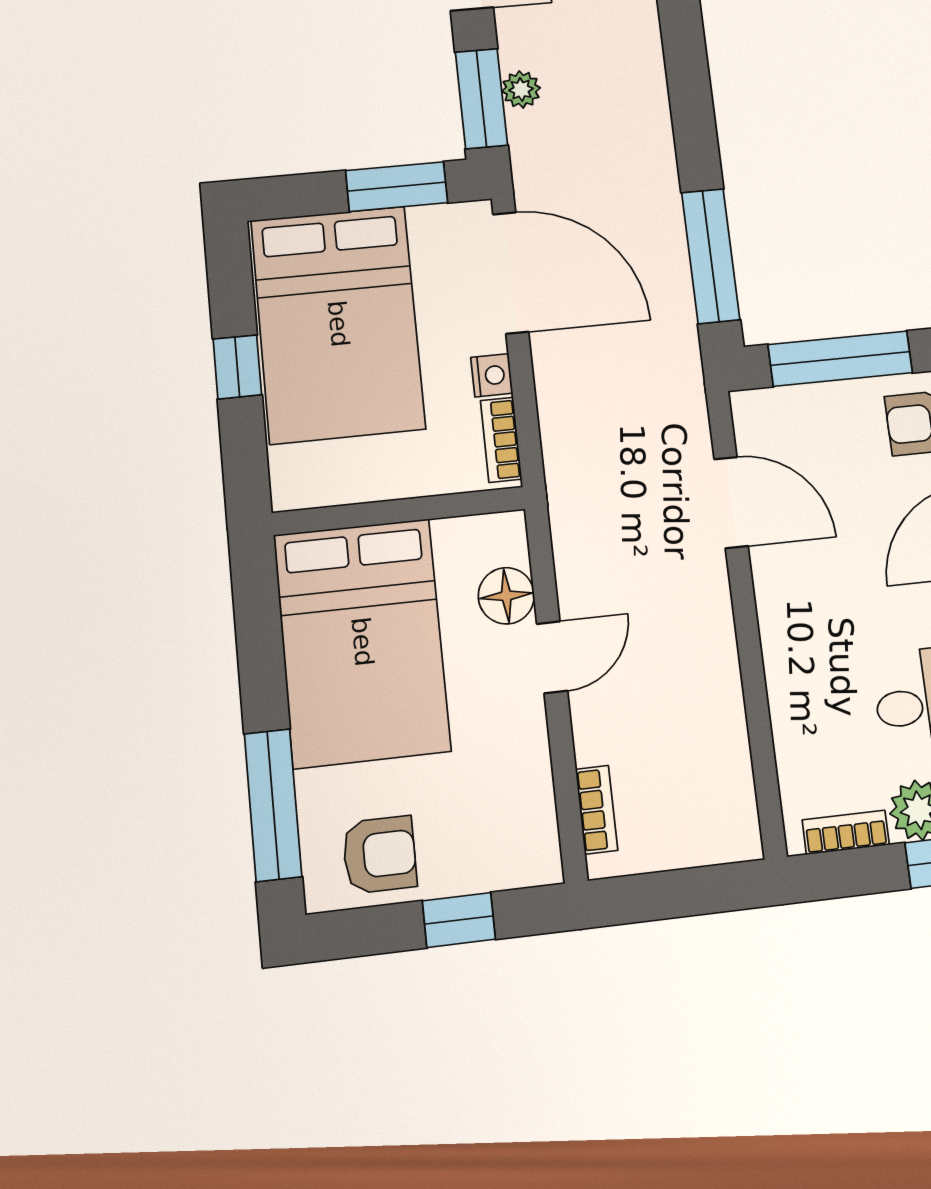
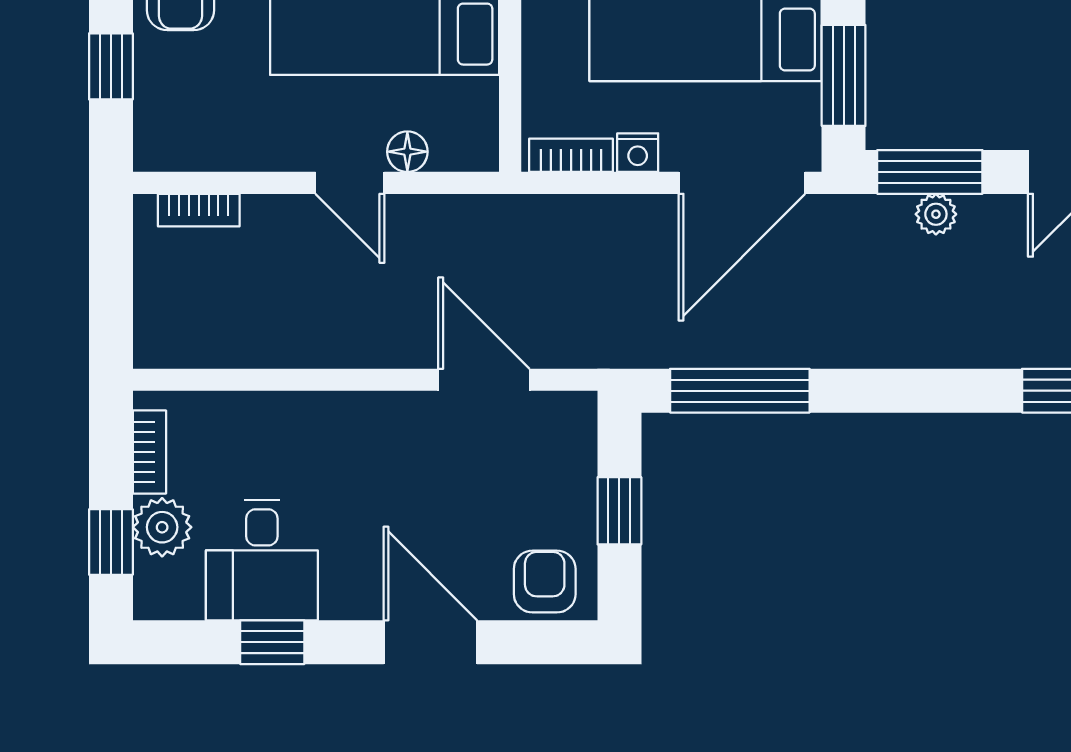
window: (840, 359) -> (619, 511), width x0.46
door: (731, 502) -> (484, 380), swing flipped
floor lamp: (506, 596) -> (407, 152), width x0.73, depth x0.73

